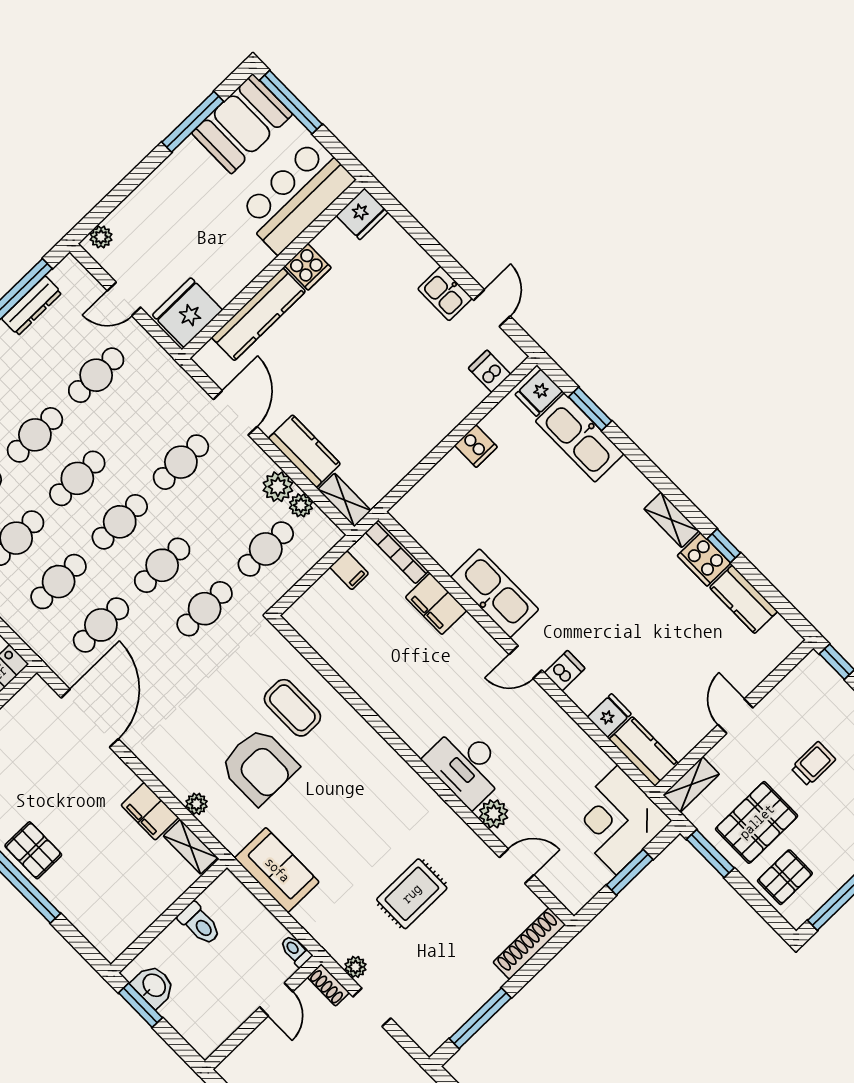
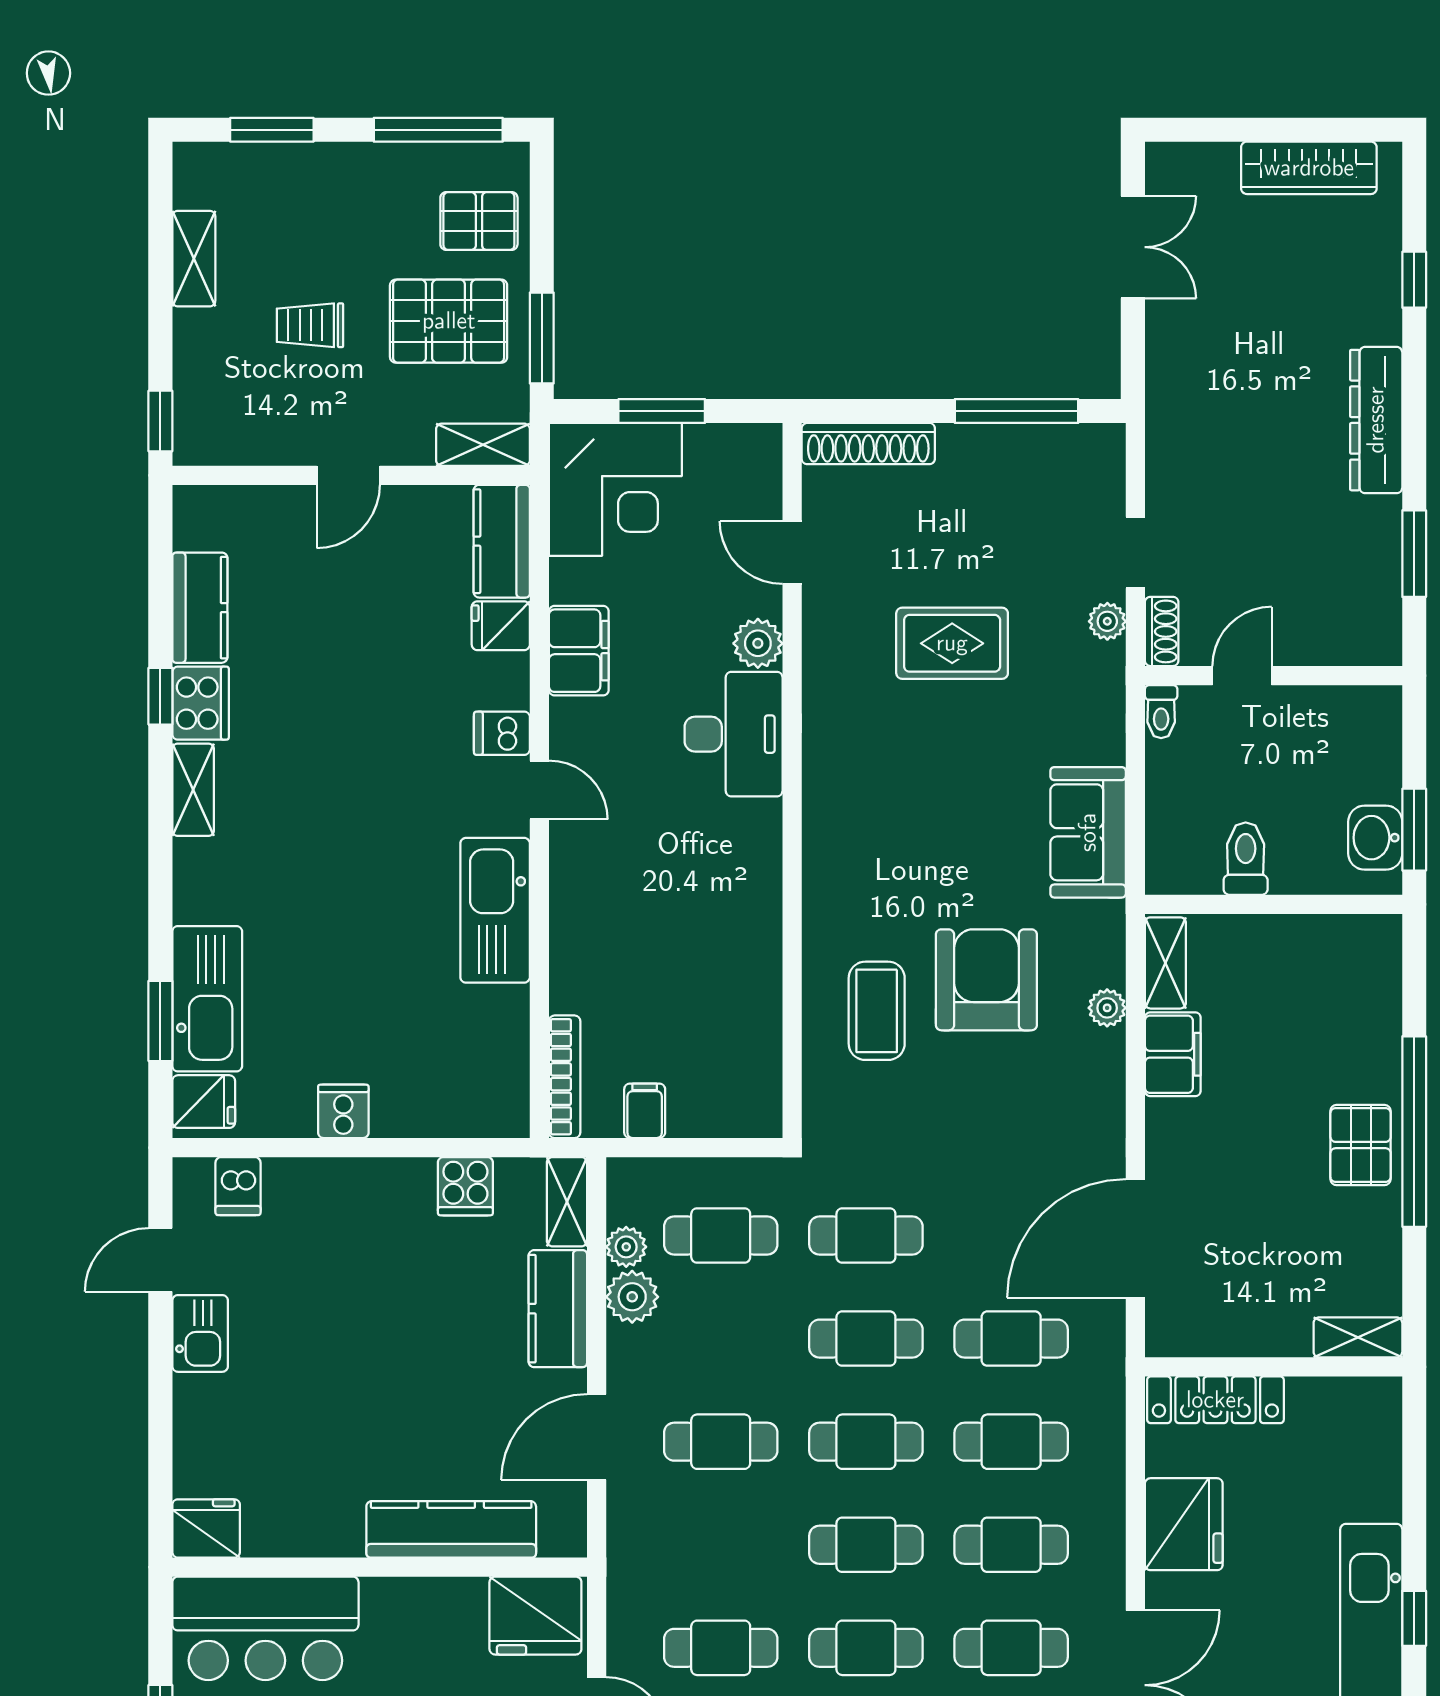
cooker: (308, 267) -> (465, 1186), moved, turned 180
filing cabinet: (436, 604) -> (579, 651), moved

